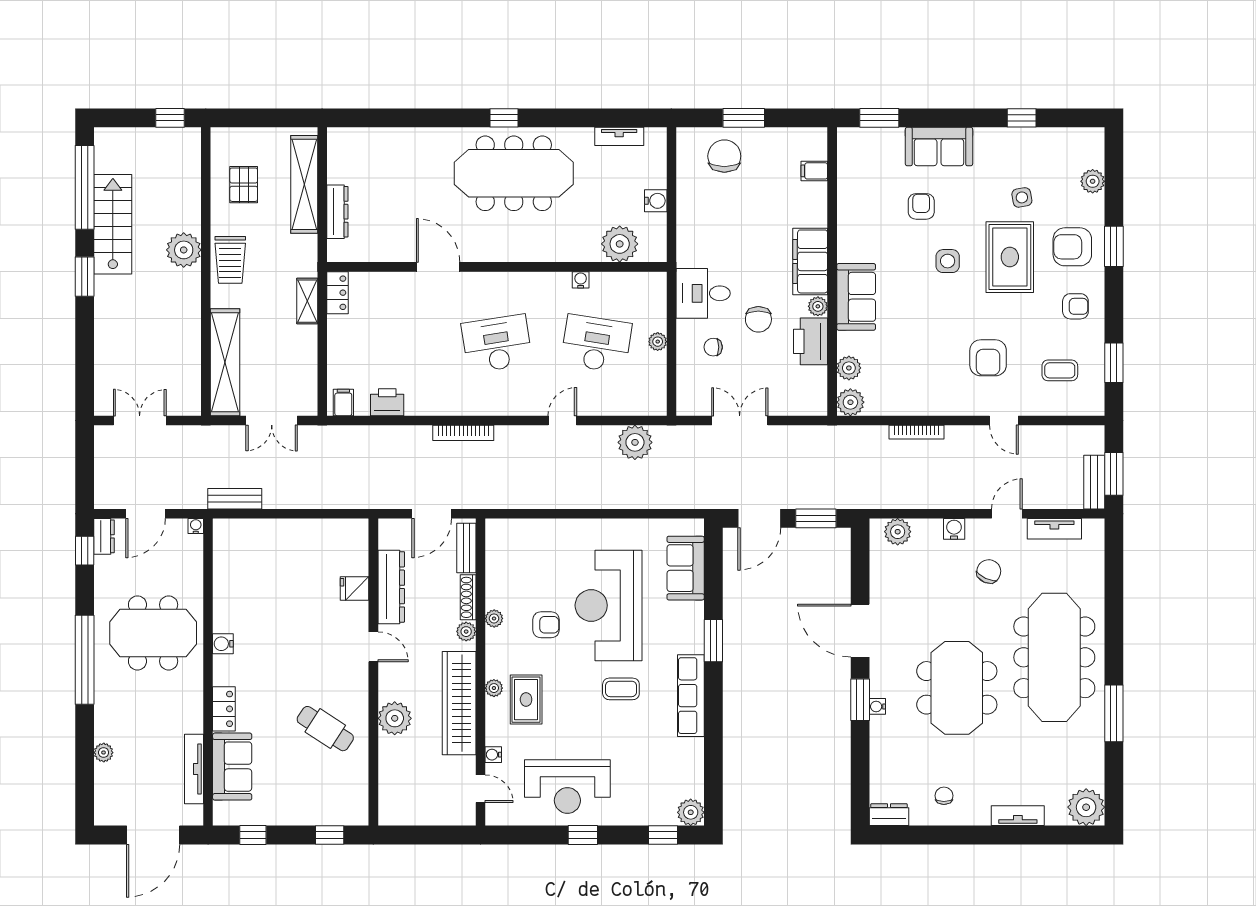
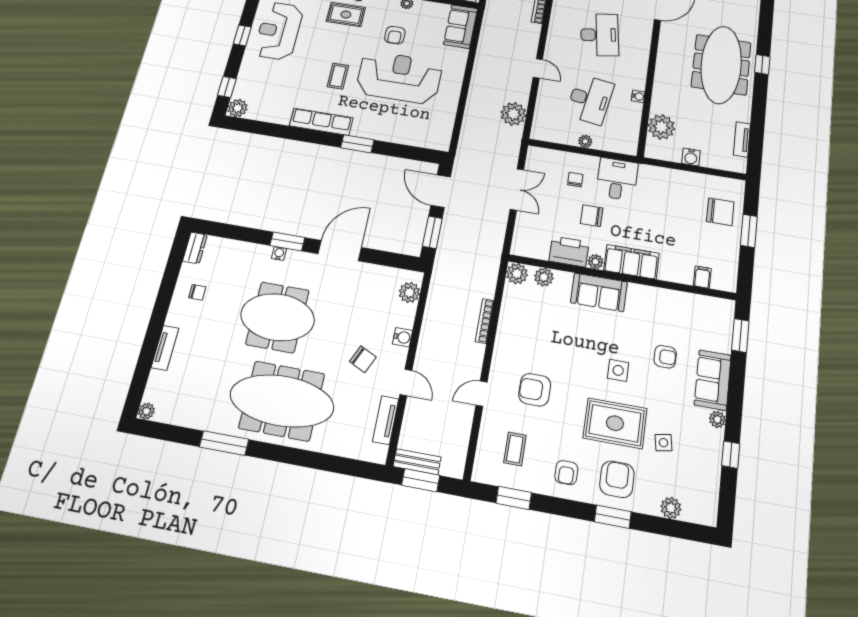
plant: (984, 137) -> (717, 419), added
sofa: (686, 568) -> (461, 27), moved, turned -90
plant: (1086, 807) -> (146, 411), width x0.53, depth x0.53

